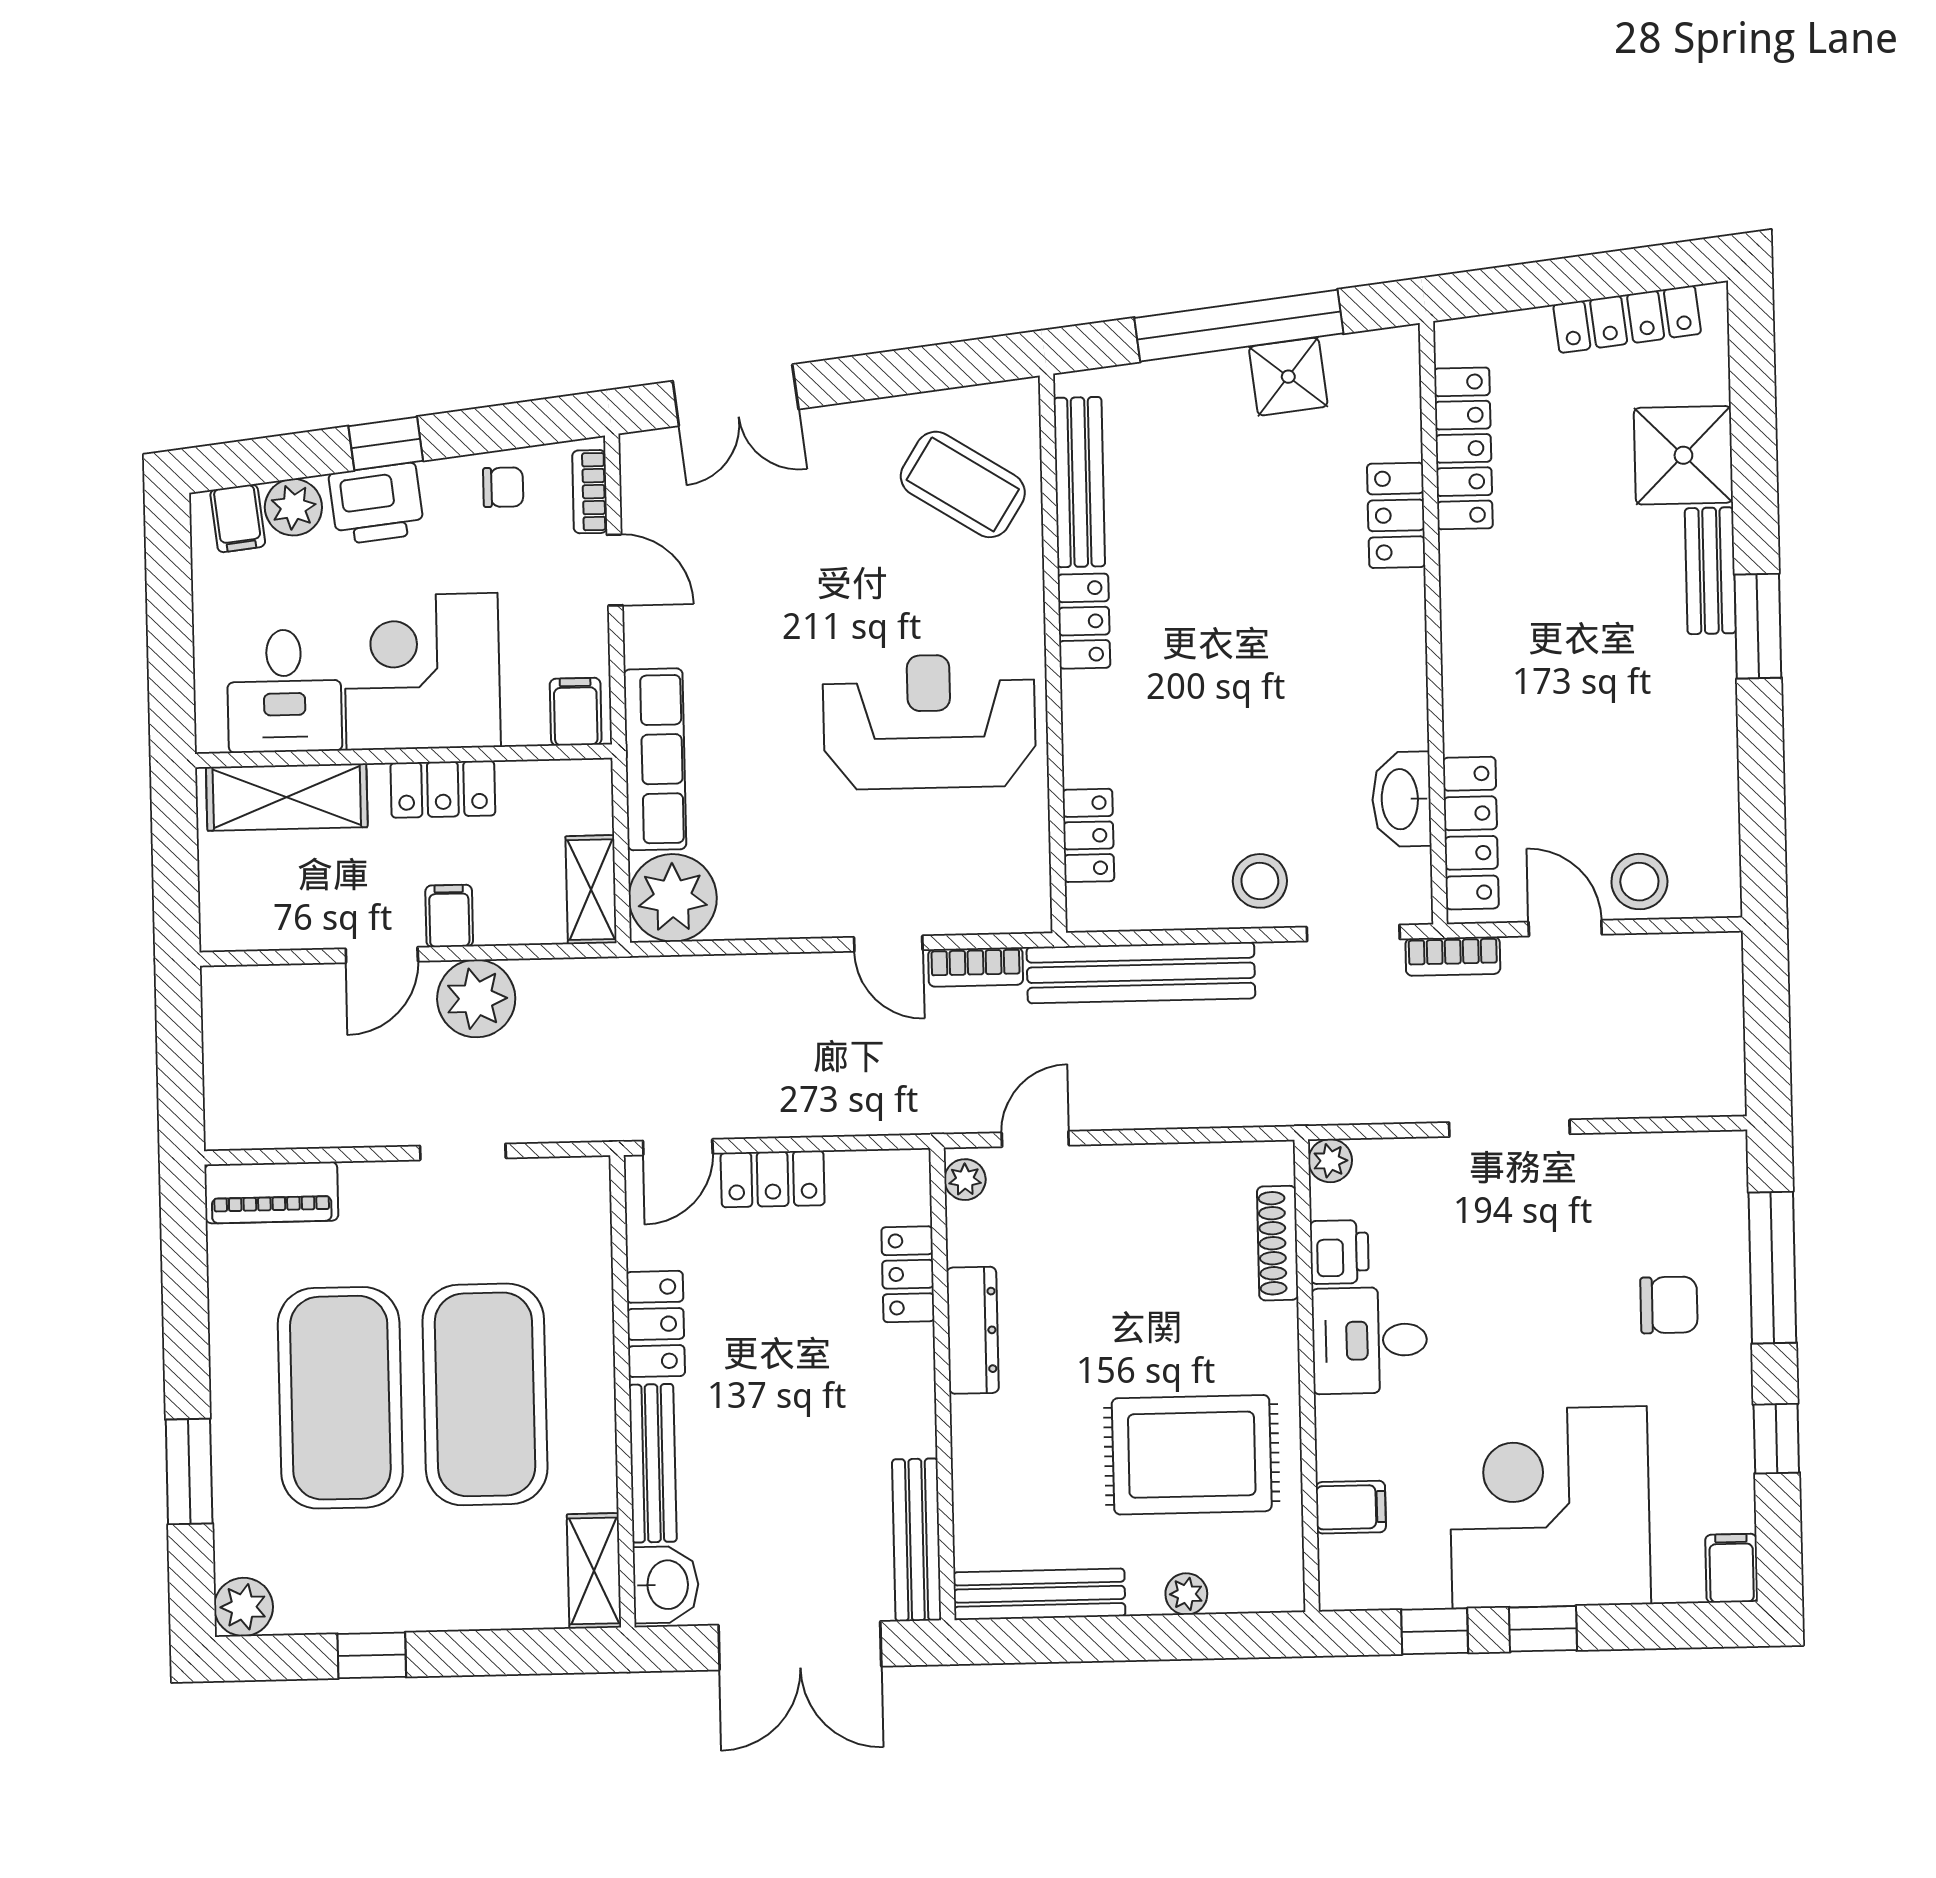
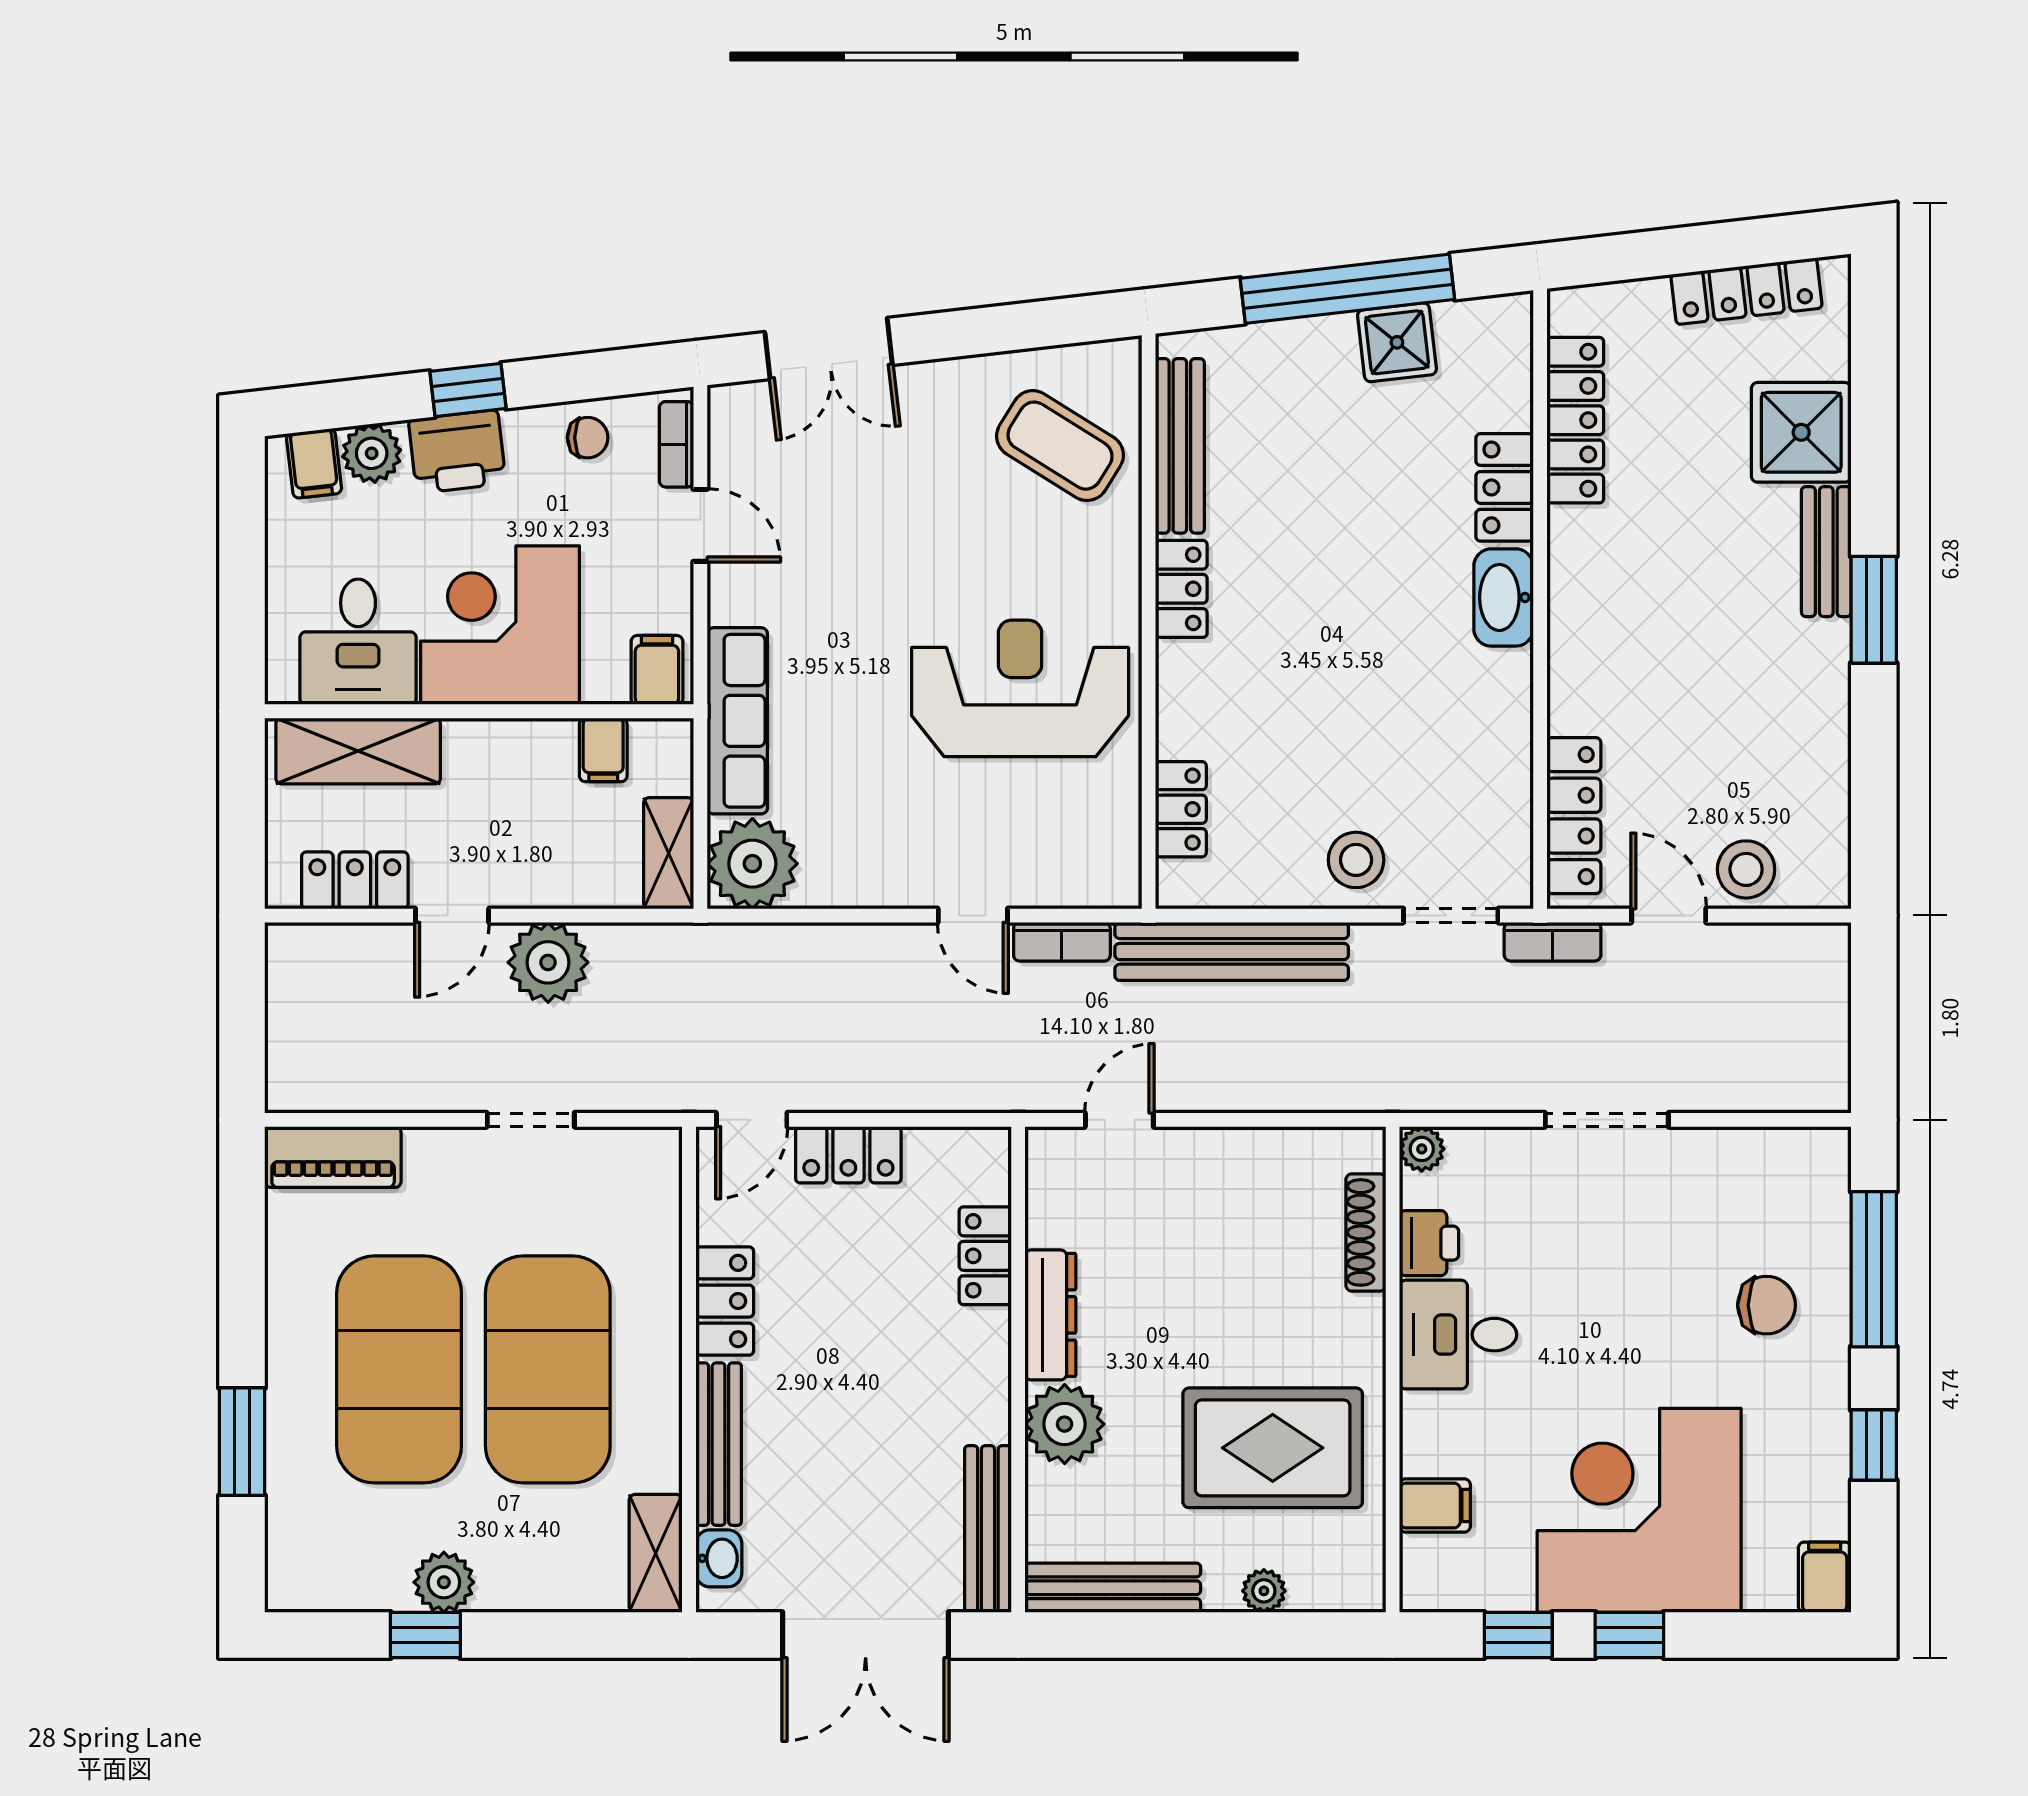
locker: (443, 789) -> (355, 880), moved, turned 180
washbasin: (1402, 799) -> (1504, 597), moved
filing cabinet: (449, 916) -> (603, 750), moved, turned 180
plant: (965, 1180) -> (1065, 1424), moved, width x1.87, depth x1.87
washbasin: (666, 1585) -> (719, 1558), width x0.72, depth x0.69
plant: (244, 1607) -> (444, 1582), moved

